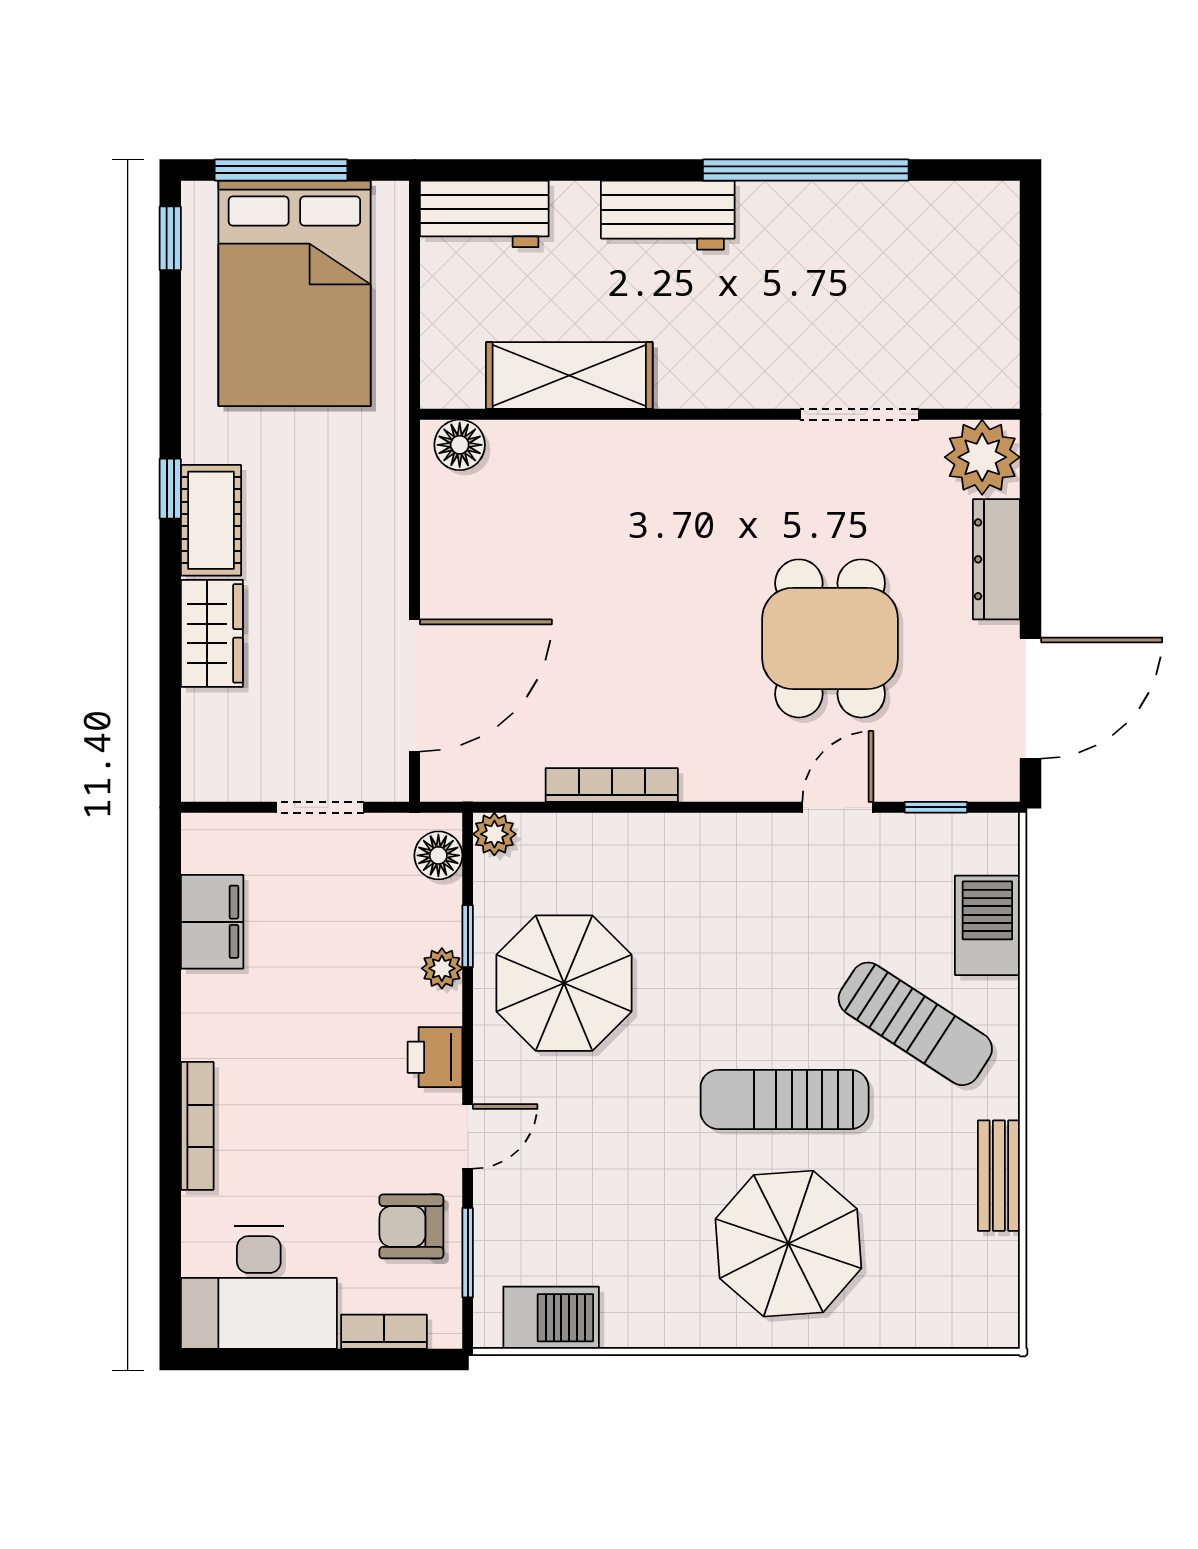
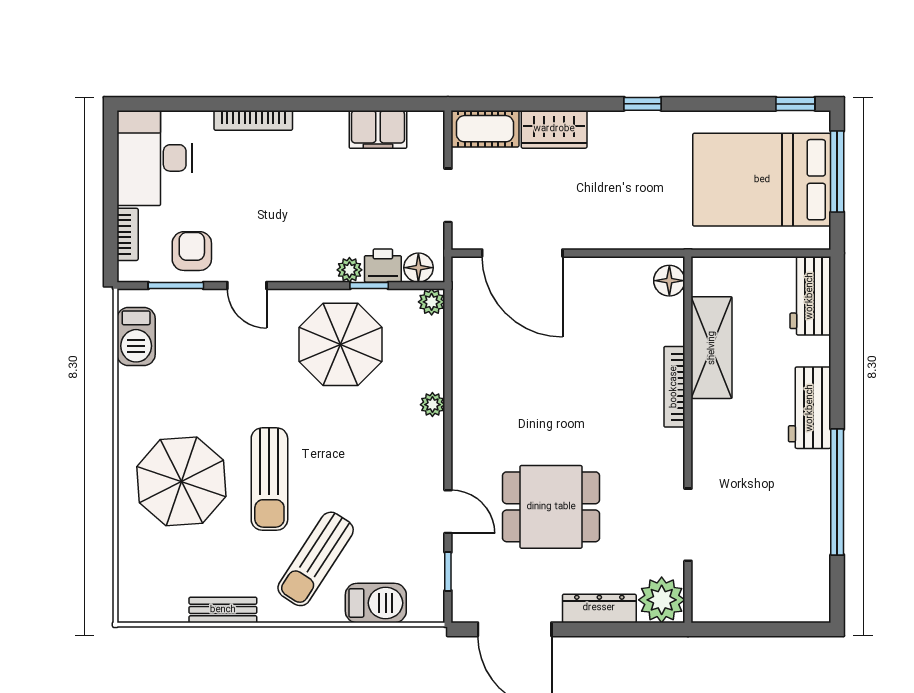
cot: (211, 520) -> (485, 129), moved
bookcase: (612, 785) -> (674, 387), moved, turned 180
plant: (662, 833) -> (432, 405), added
printer: (435, 1057) -> (383, 266), moved
sun lounger: (785, 1099) -> (269, 479), turned 180

